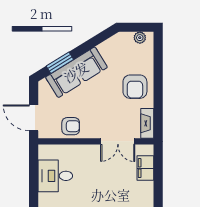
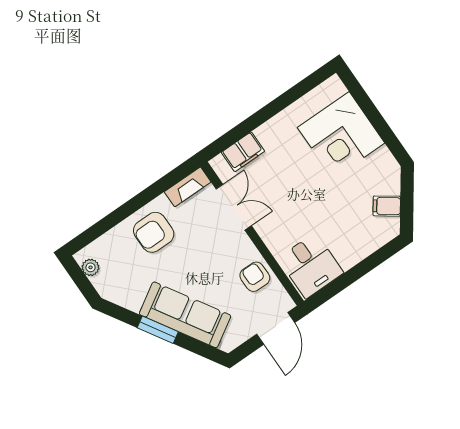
window: (60, 63) -> (158, 330), moved
armchair: (135, 87) -> (154, 232), turned 180
desk: (55, 176) -> (311, 266), moved

